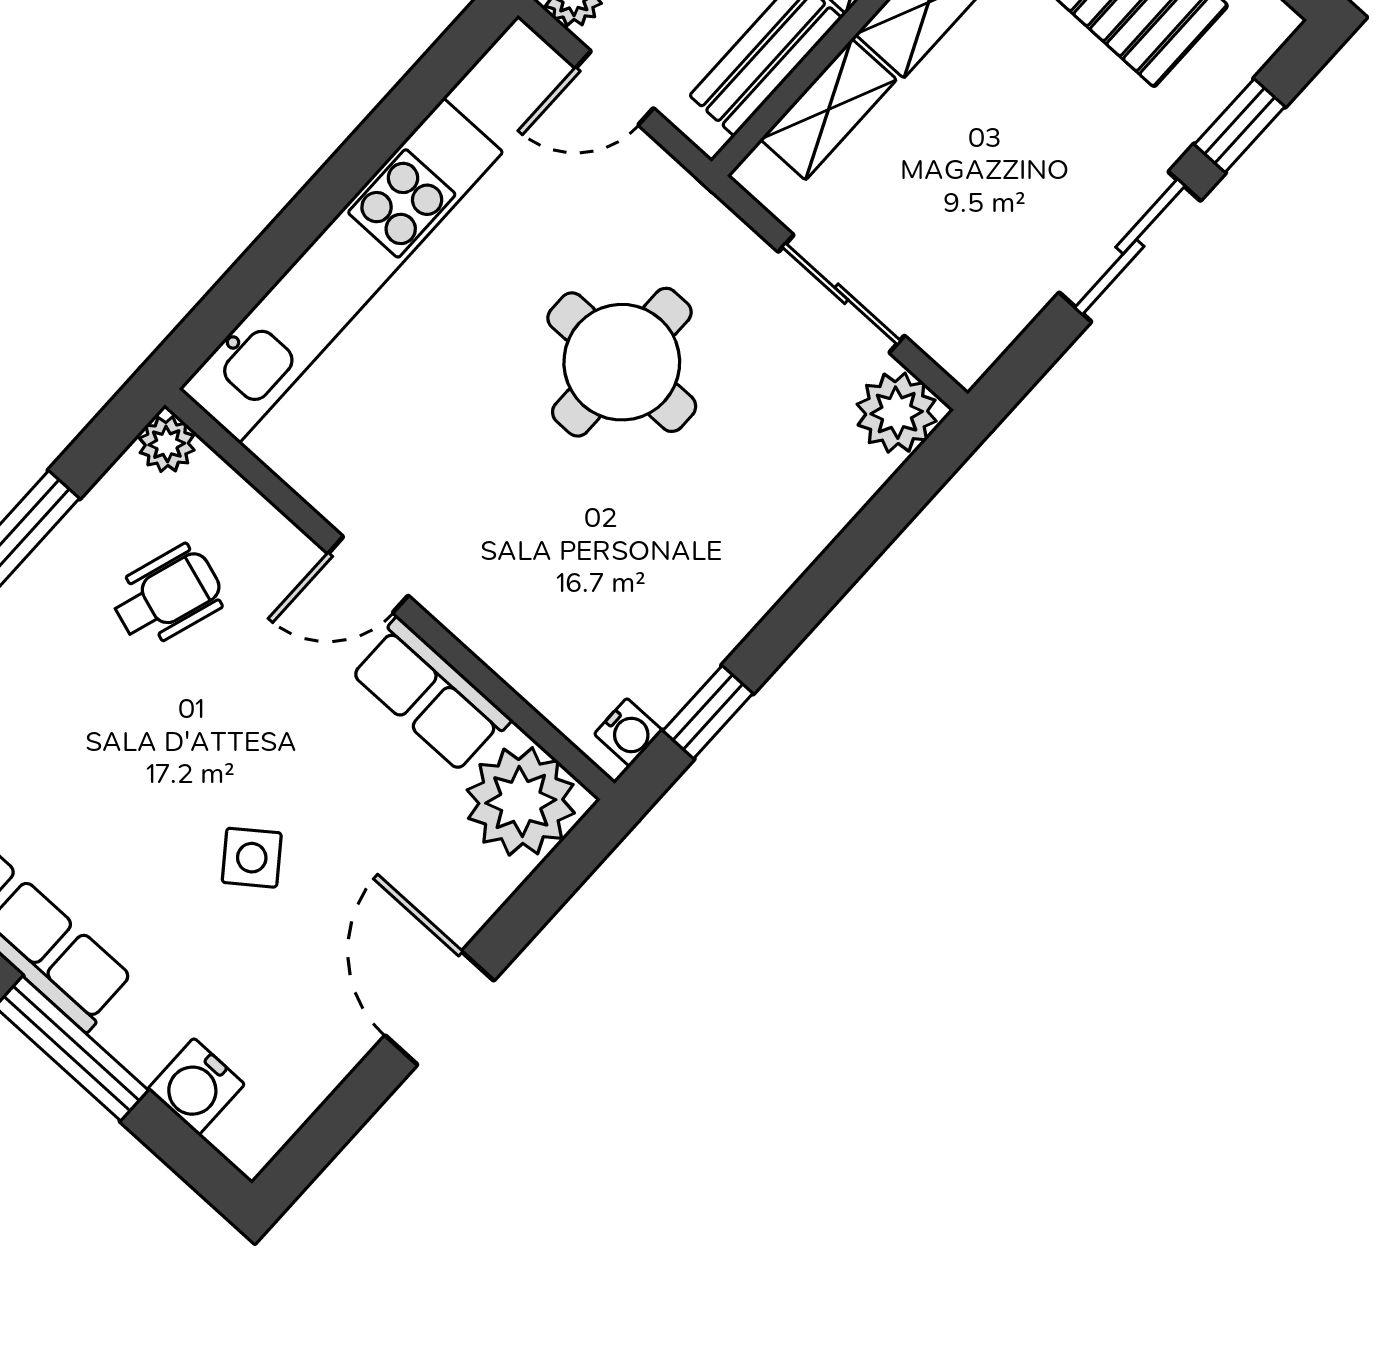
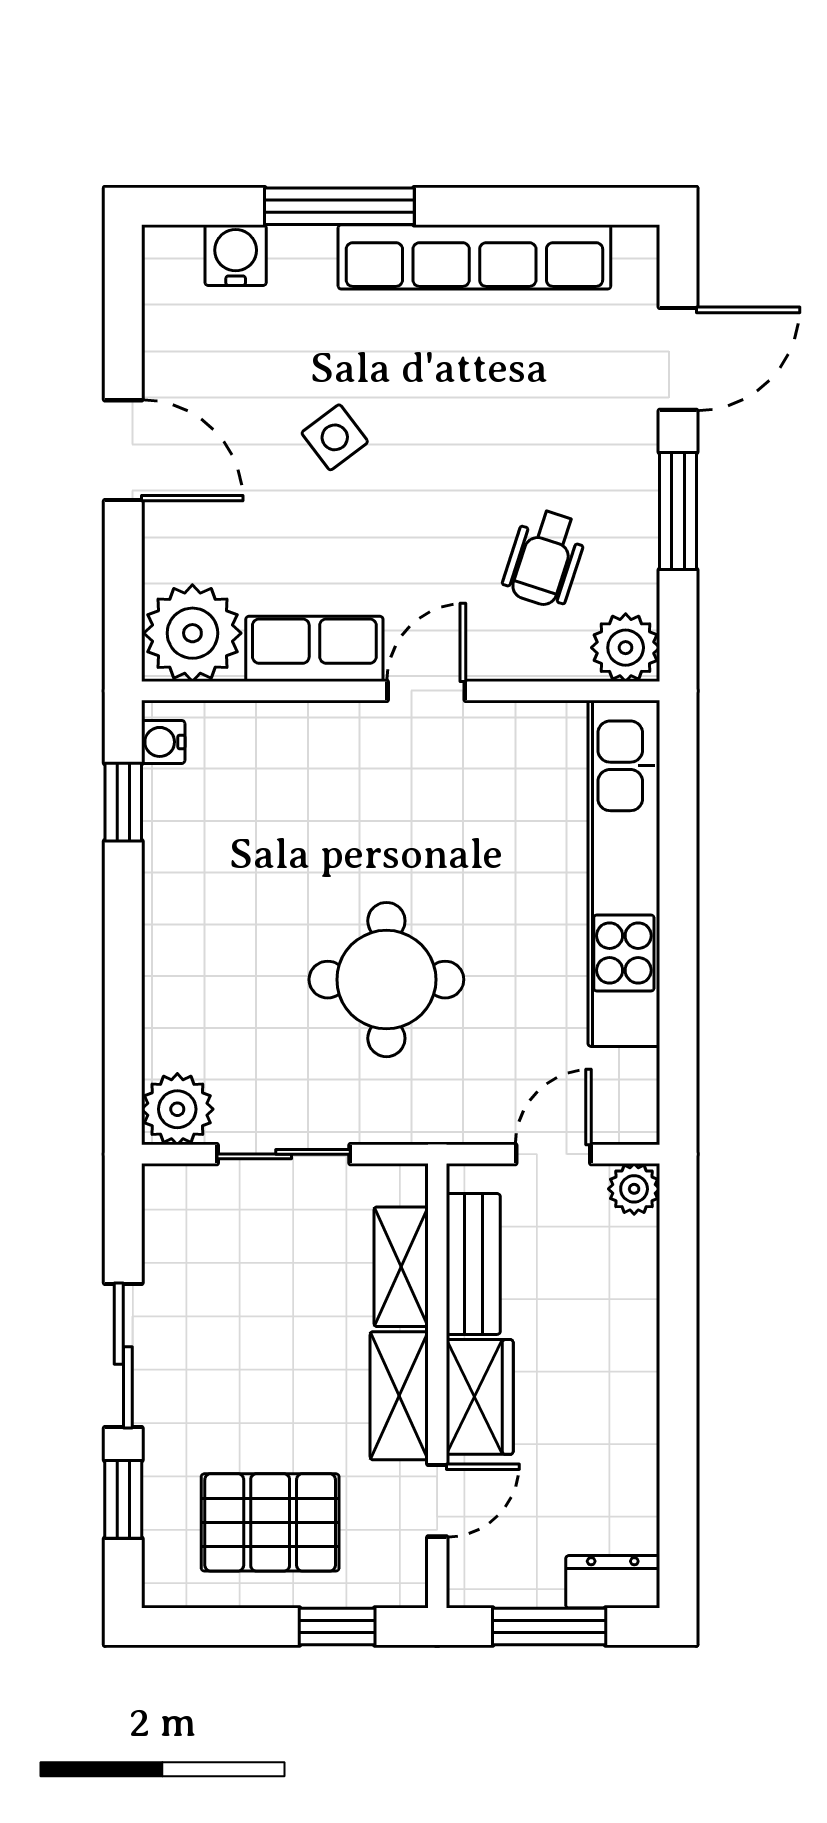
plant: (167, 444) -> (626, 648), width x1.38, depth x1.38

